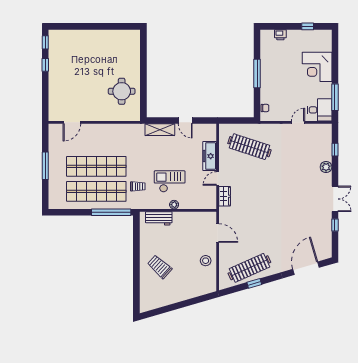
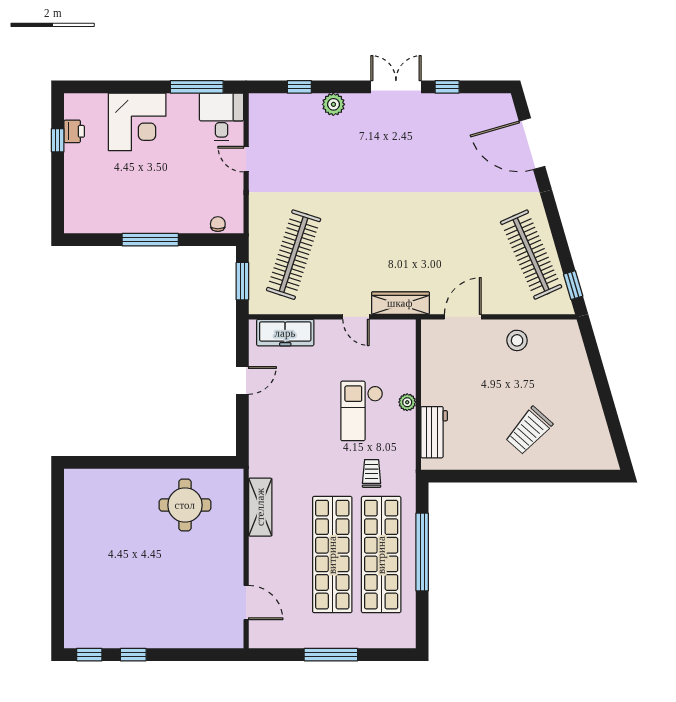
printer: (280, 35) -> (74, 131), moved
window: (236, 121) -> (242, 281), added
shelving: (160, 130) -> (260, 507), moved
freezer: (210, 156) -> (285, 333), moved
wardrobe: (225, 196) -> (400, 303), width x1.50
window: (111, 212) -> (422, 552), moved
window: (254, 283) -> (573, 285), moved

